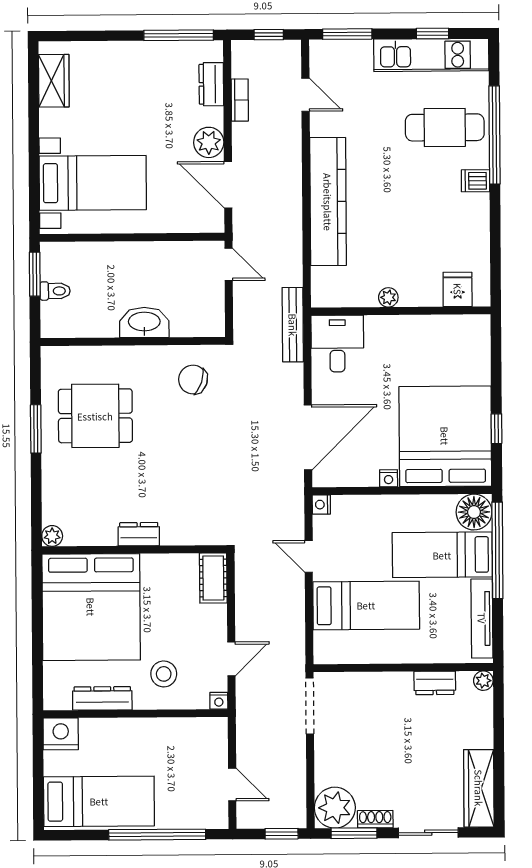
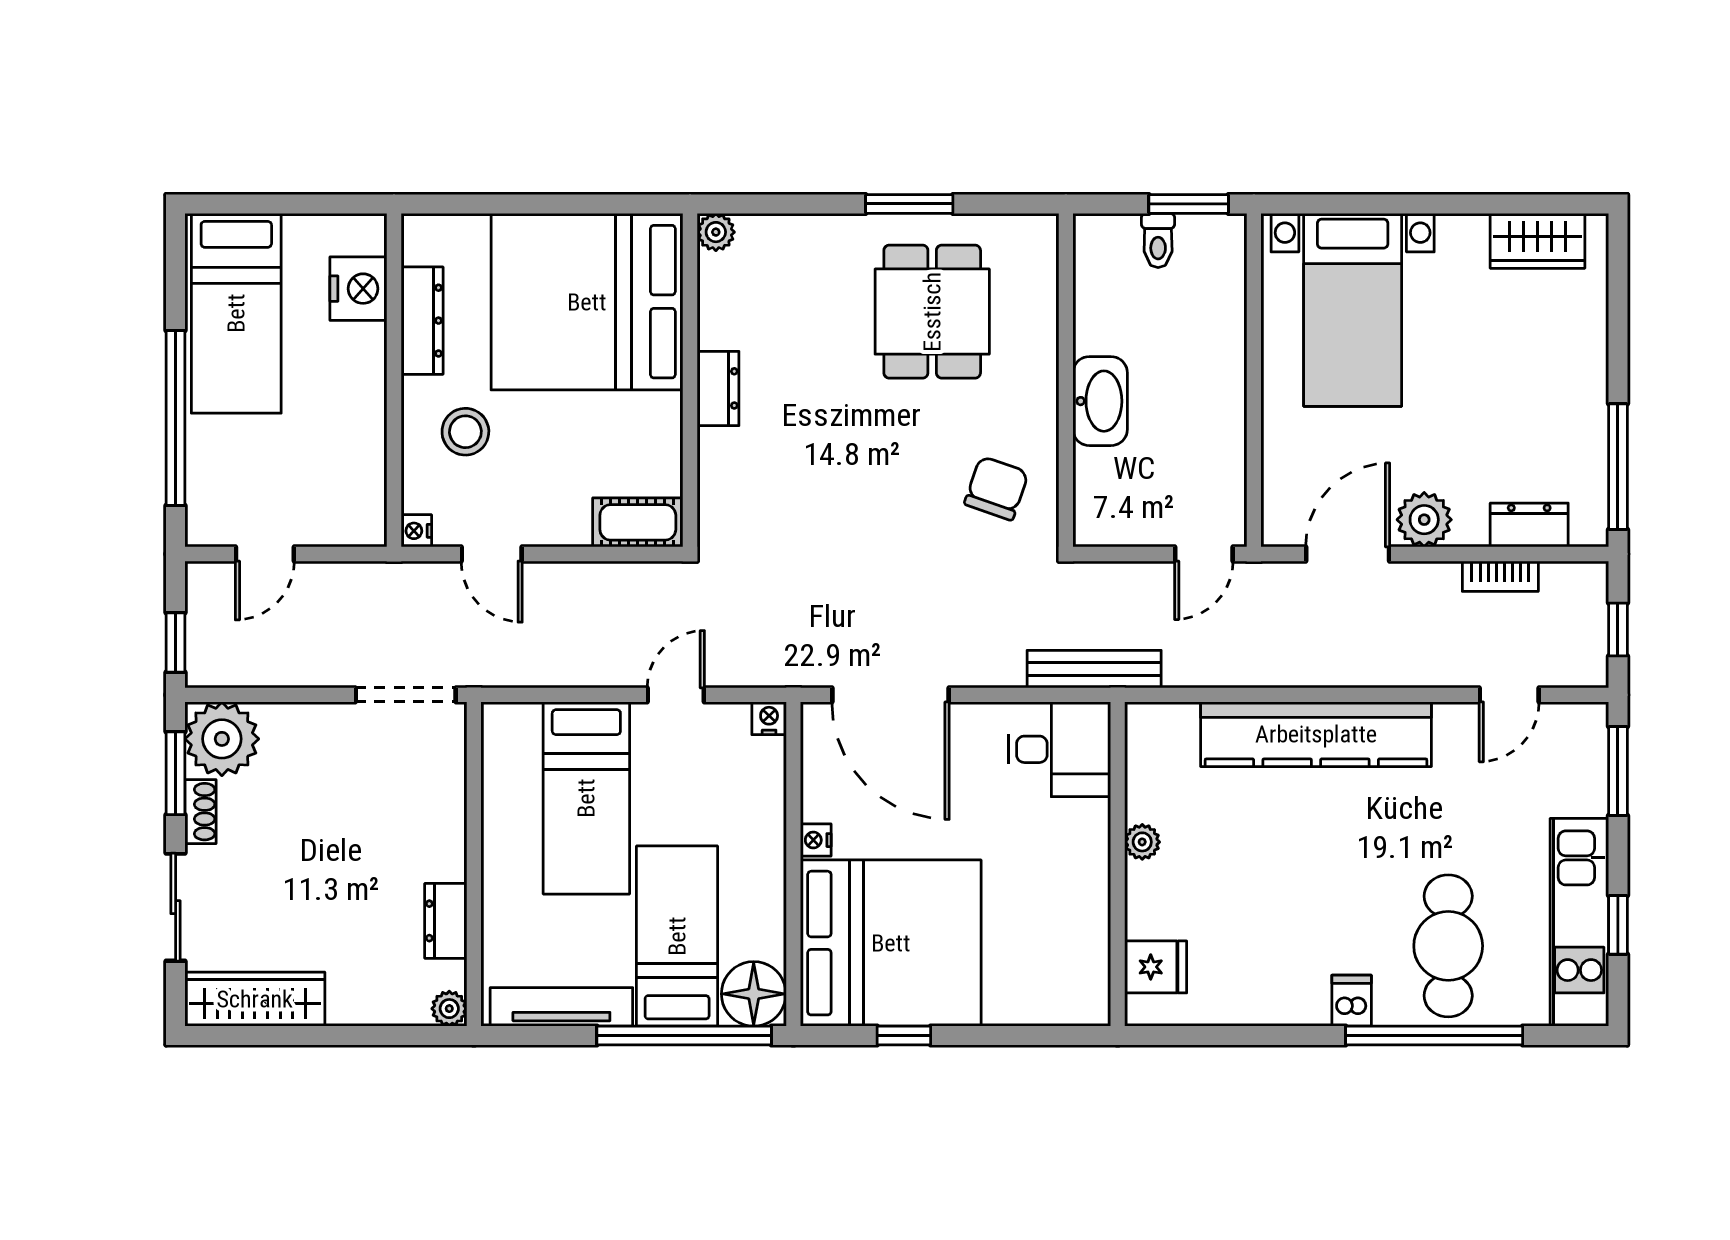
nightstand: (61, 734) -> (358, 289), moved

